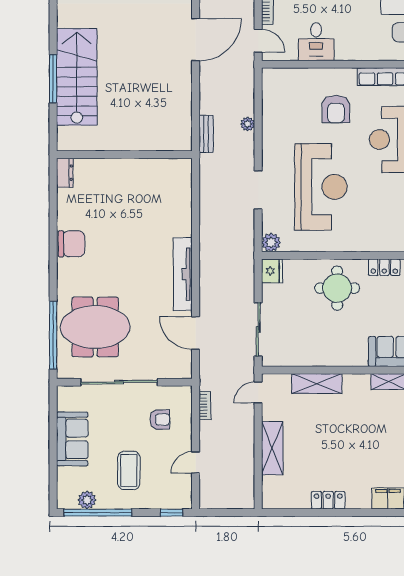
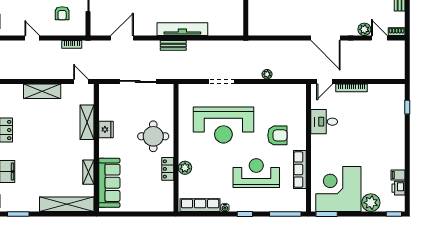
armchair: (336, 109) -> (277, 135), turned 180
bench: (206, 134) -> (173, 45), moved
plant: (271, 242) -> (185, 168), moved
fridge: (272, 271) -> (106, 129), moved, turned -90
tv unit: (183, 274) -> (182, 29), moved
sliding door: (258, 329) -> (138, 81), moved

